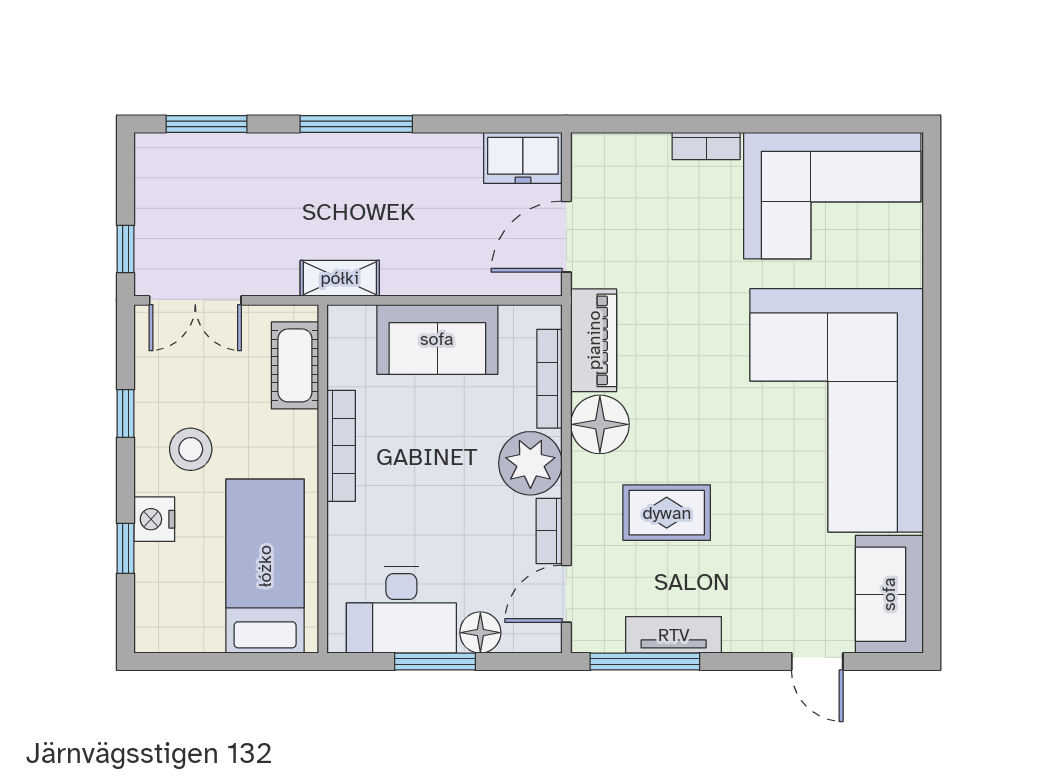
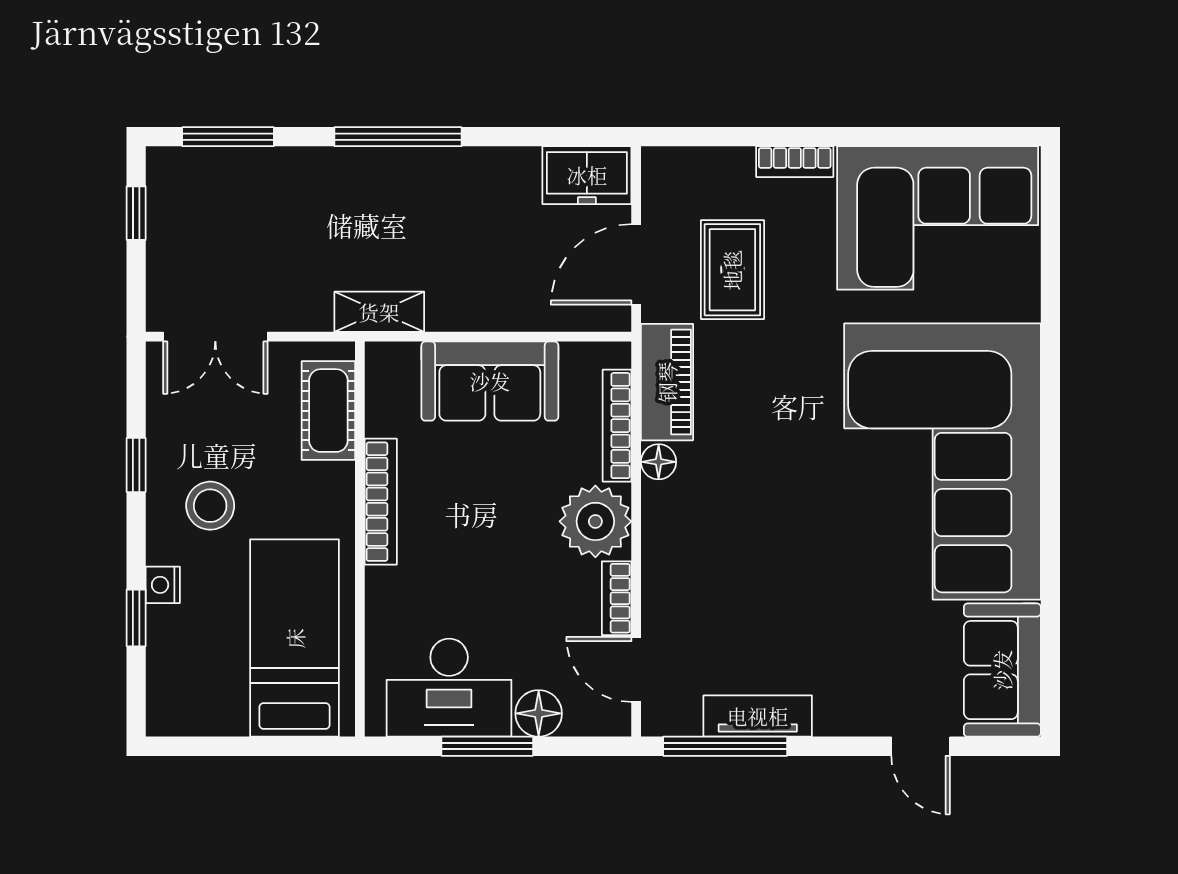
window: (125, 249) -> (136, 213), moved
floor lamp: (600, 424) -> (659, 462), width x0.53, depth x0.53
rug: (667, 513) -> (732, 270), moved, turned 90
nightstand: (154, 519) -> (163, 585), width x0.72, depth x0.74
door: (566, 594) -> (636, 669), hinge flipped

